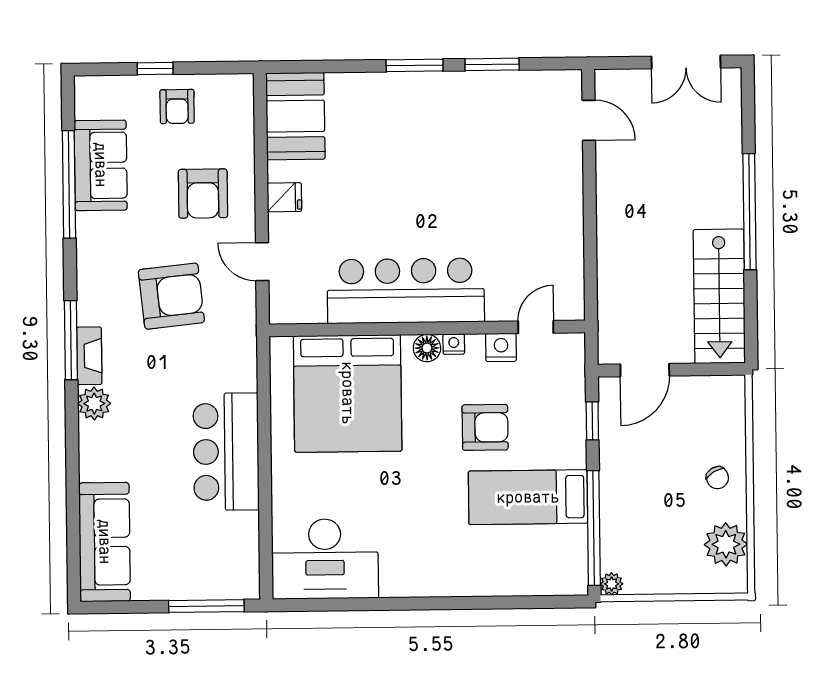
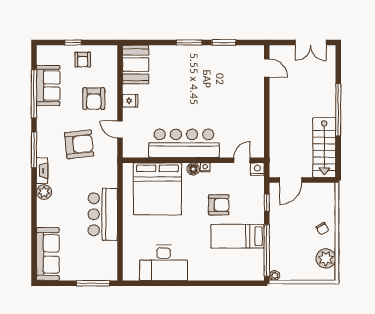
window: (71, 340) -> (34, 150), moved
nightstand: (501, 347) -> (257, 169), moved
desk: (325, 559) -> (164, 263), moved

